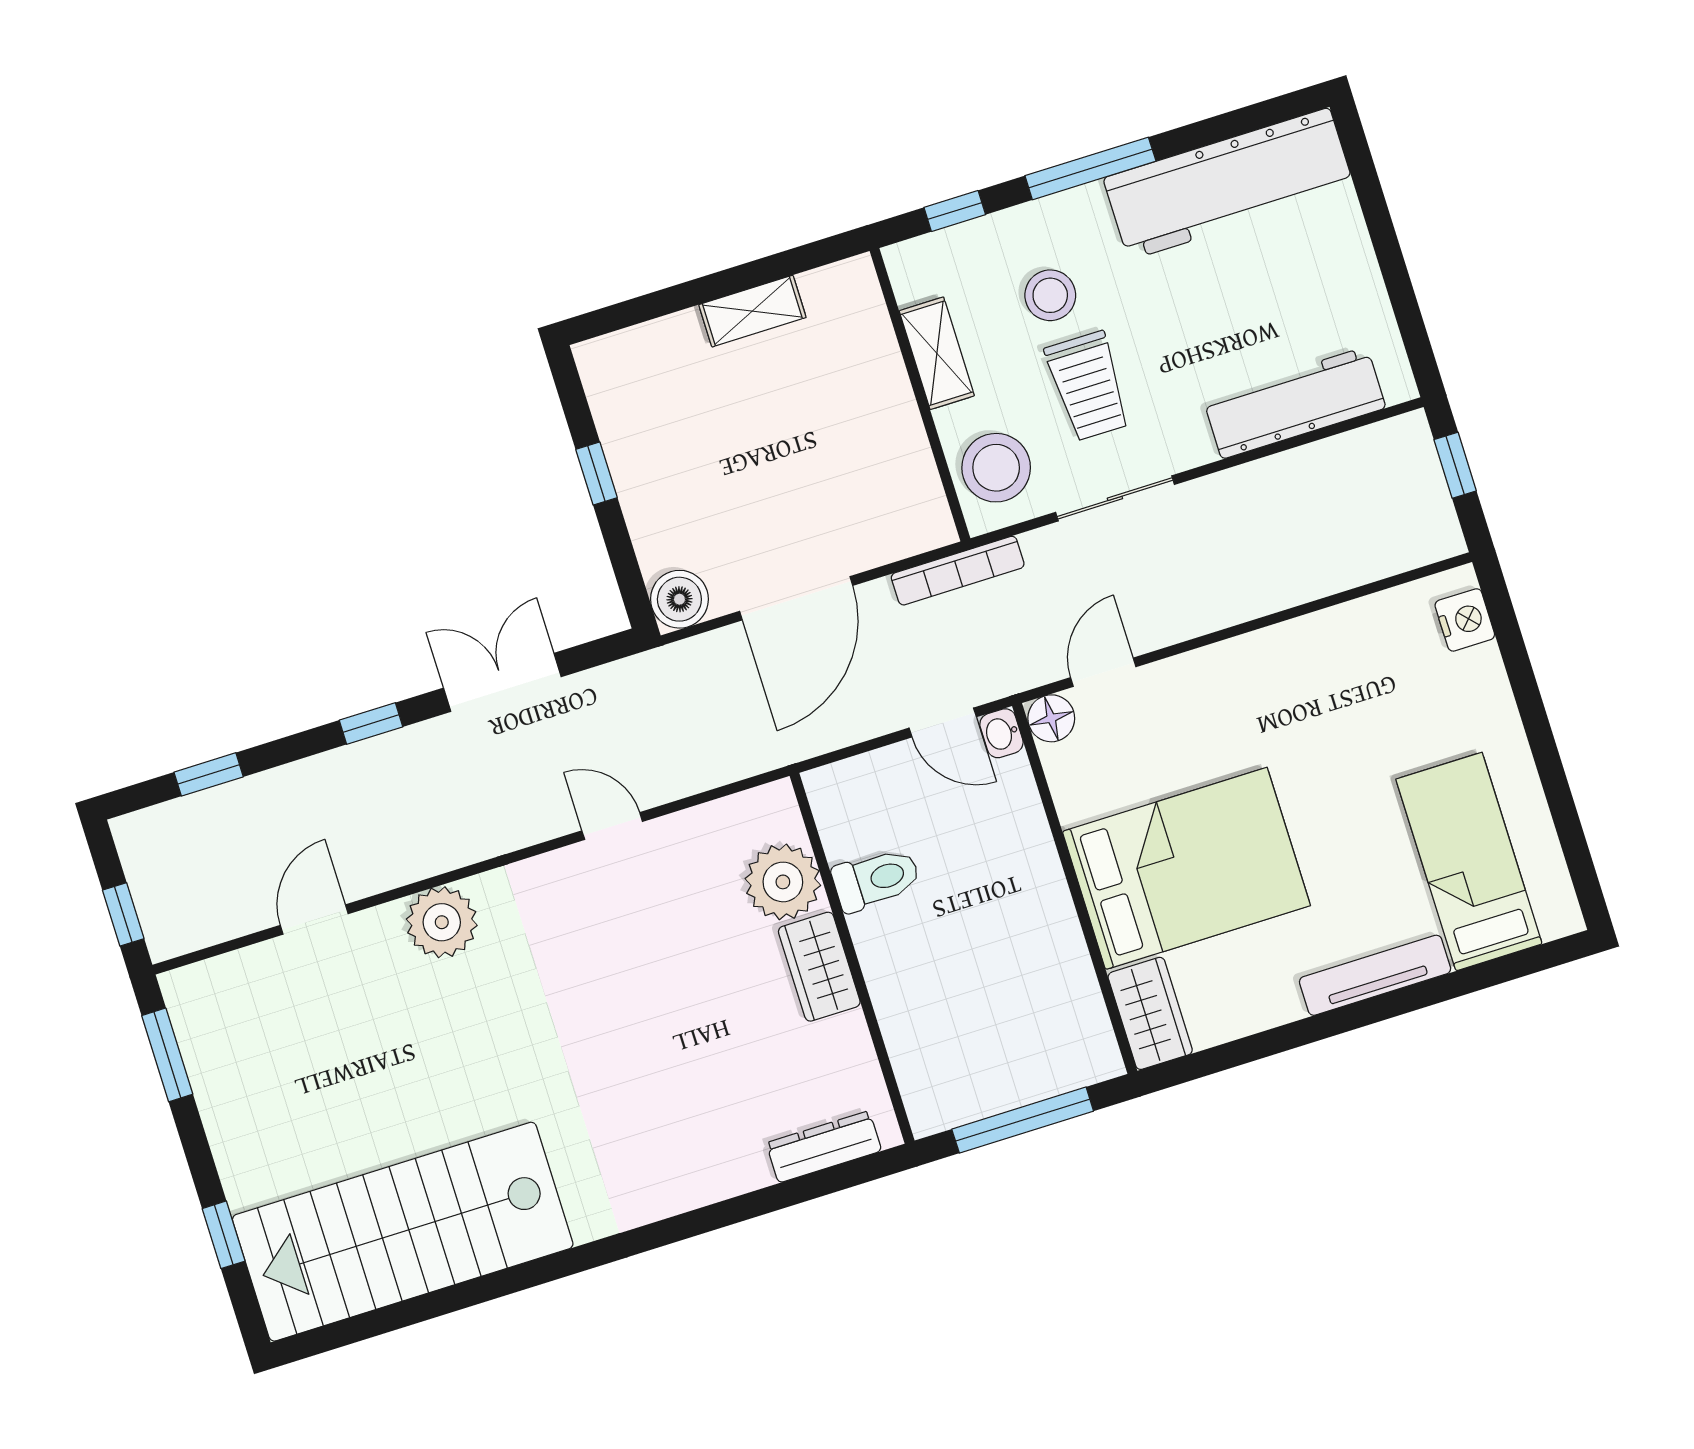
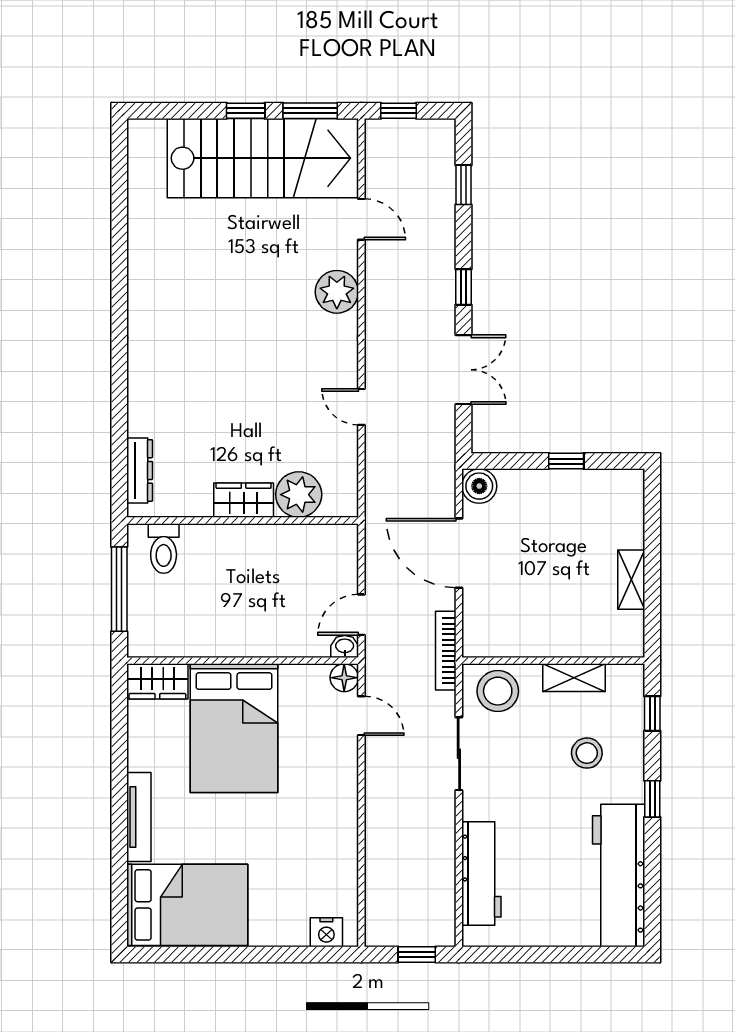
window: (1090, 168) -> (652, 799), width x0.46
trolley: (1088, 386) -> (528, 758), removed
door: (612, 826) -> (361, 407), swing flipped
bed: (1469, 862) -> (187, 905), width x1.50
toilet: (876, 879) -> (164, 548), moved
stairs: (403, 1232) -> (263, 158), moved, turned 90
window: (224, 1235) -> (246, 111), moved

